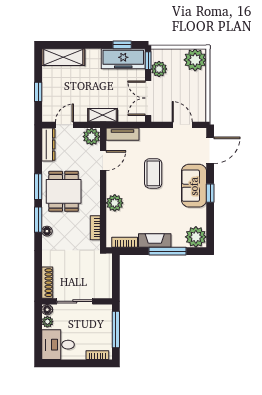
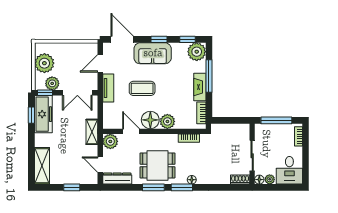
plant: (195, 60) -> (44, 63), moved
tv unit: (123, 134) -> (108, 88), moved
floor lamp: (116, 183) -> (150, 120), added
window: (210, 226) -> (188, 39), added
shoe rack: (47, 283) -> (240, 180), width x0.70

